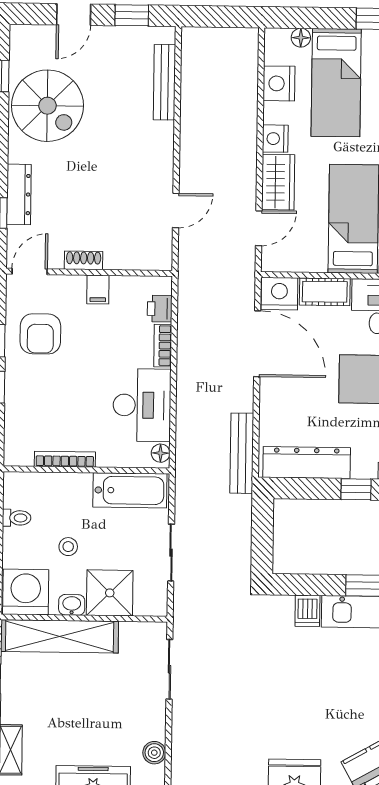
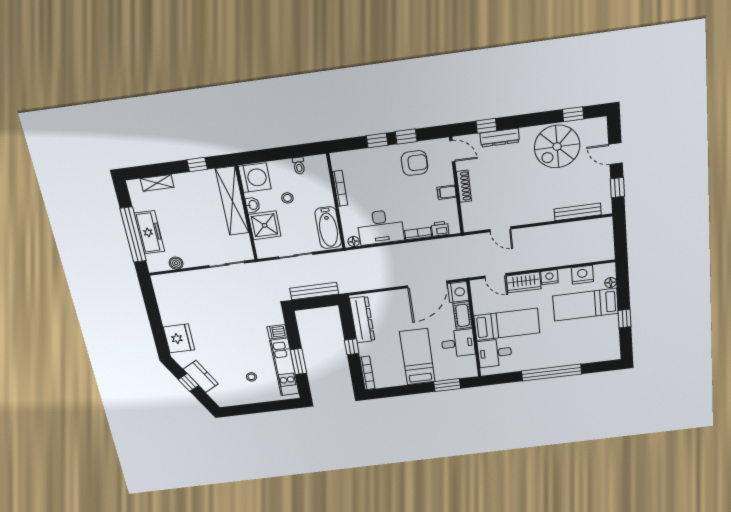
shoe rack: (84, 260) -> (464, 186), width x1.43
armchair: (40, 334) -> (415, 163), turned 180
bench: (242, 453) -> (314, 291), moved

